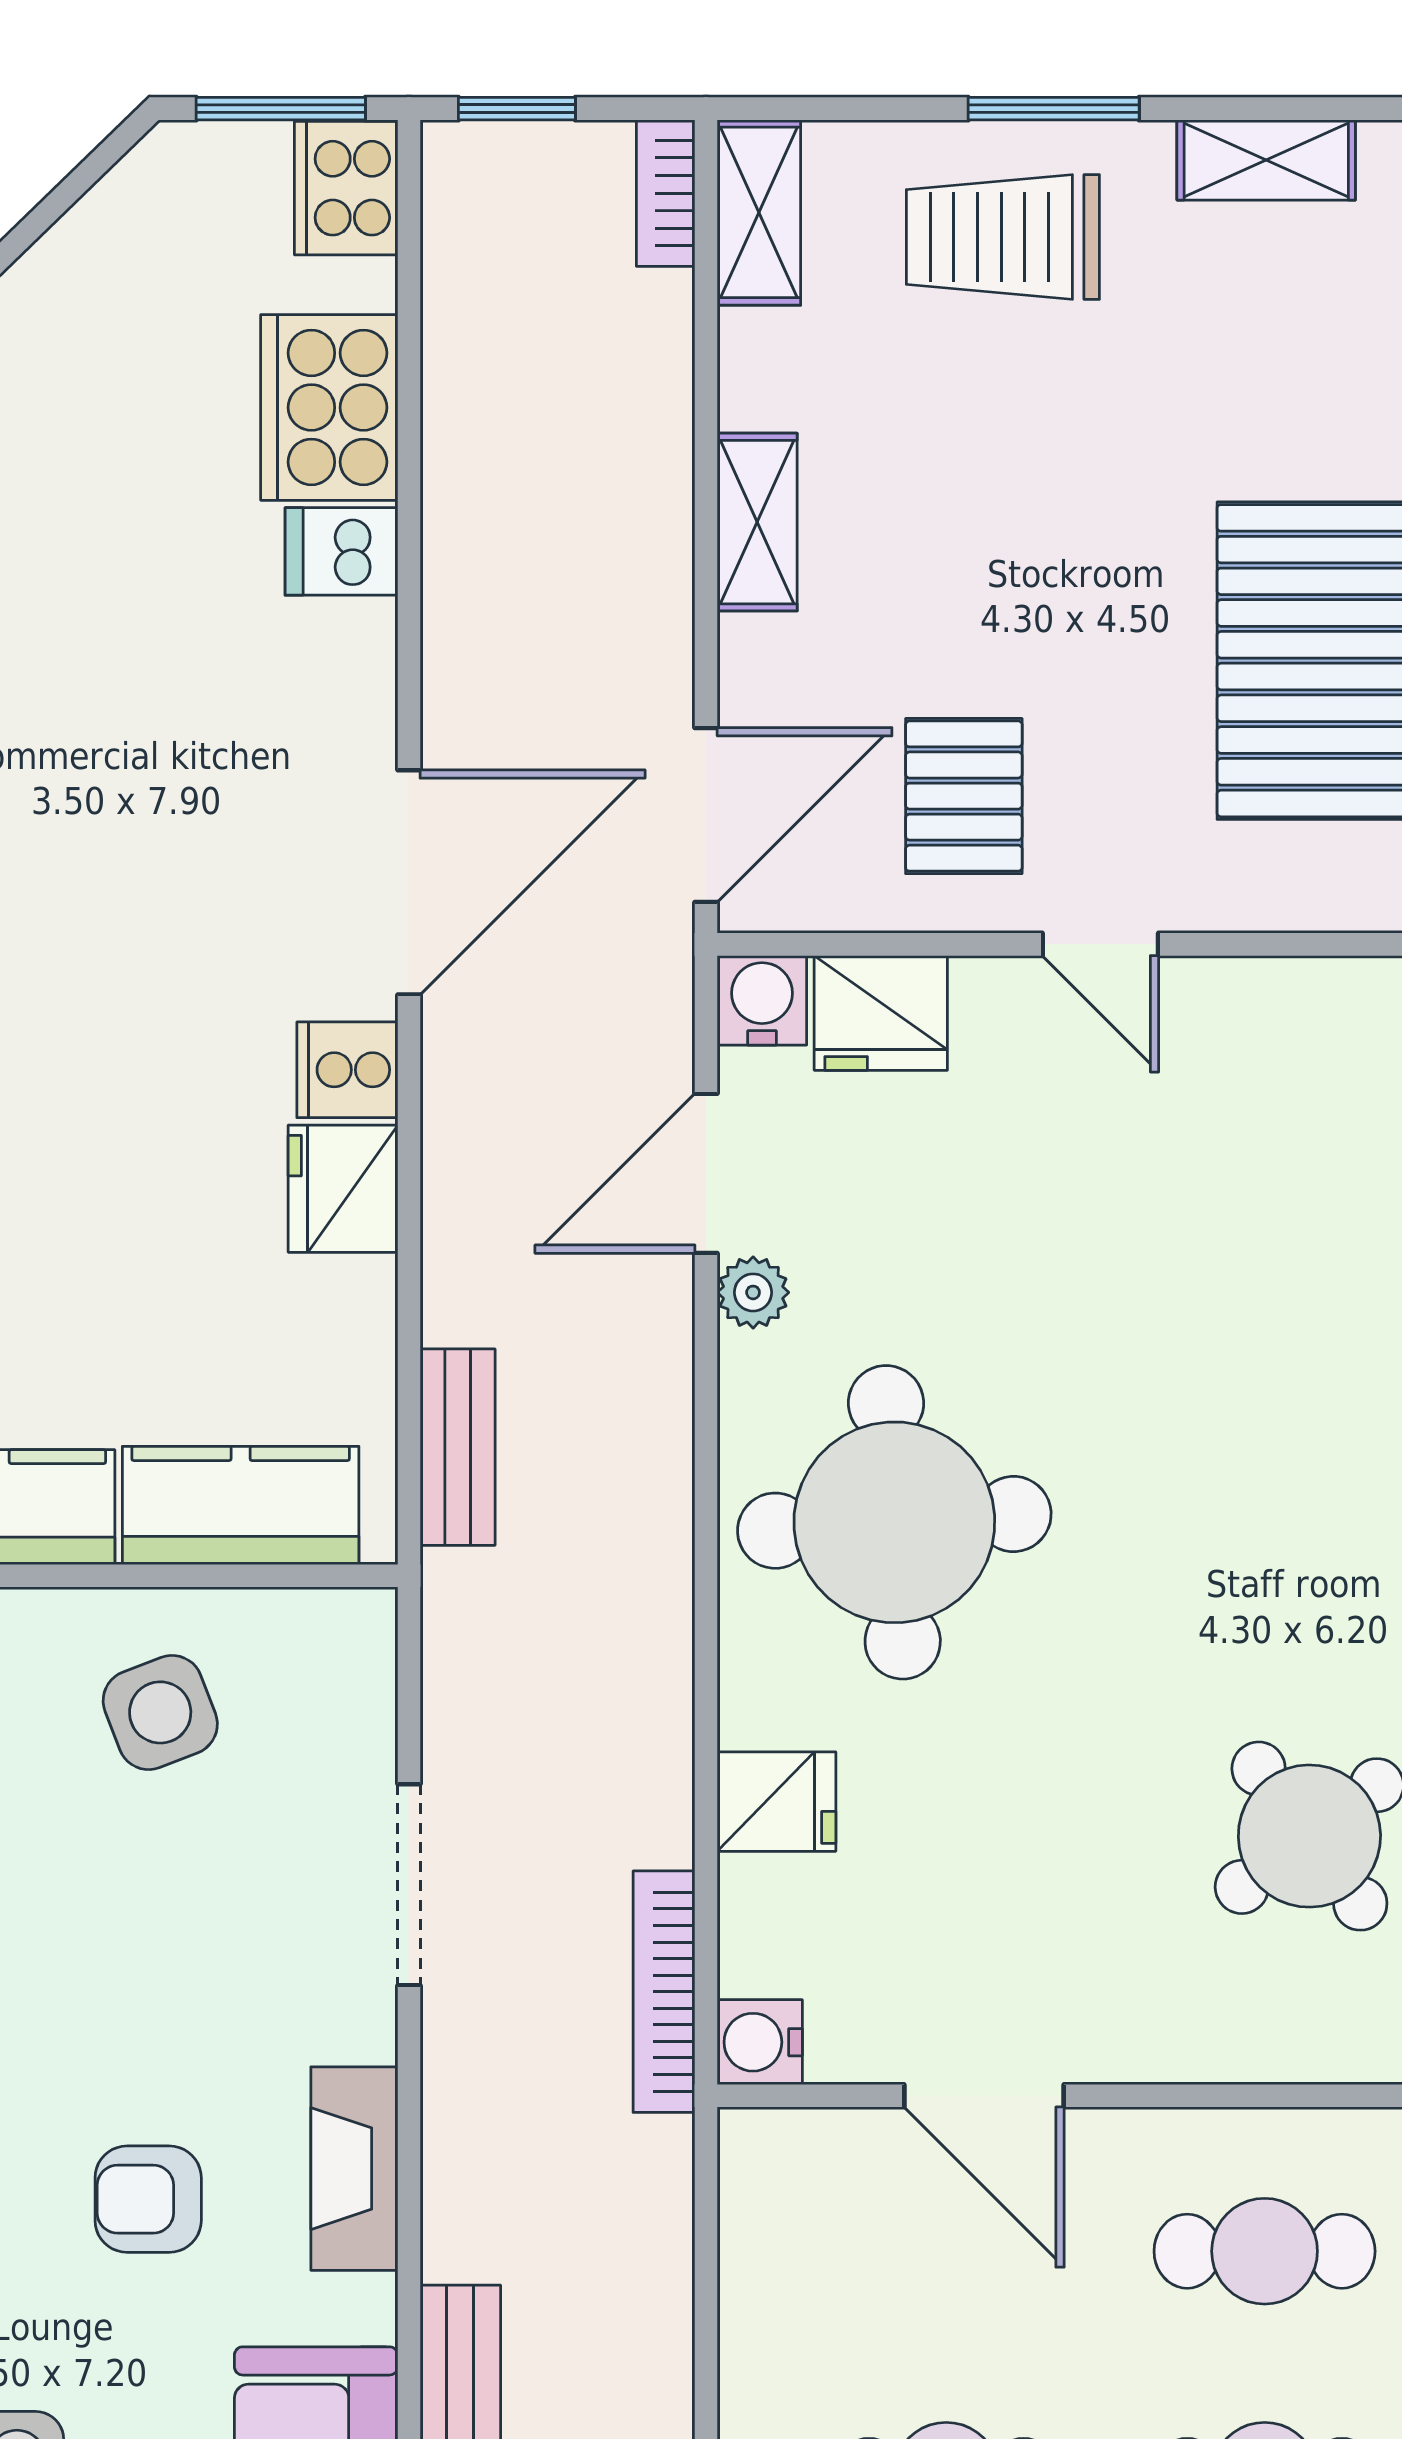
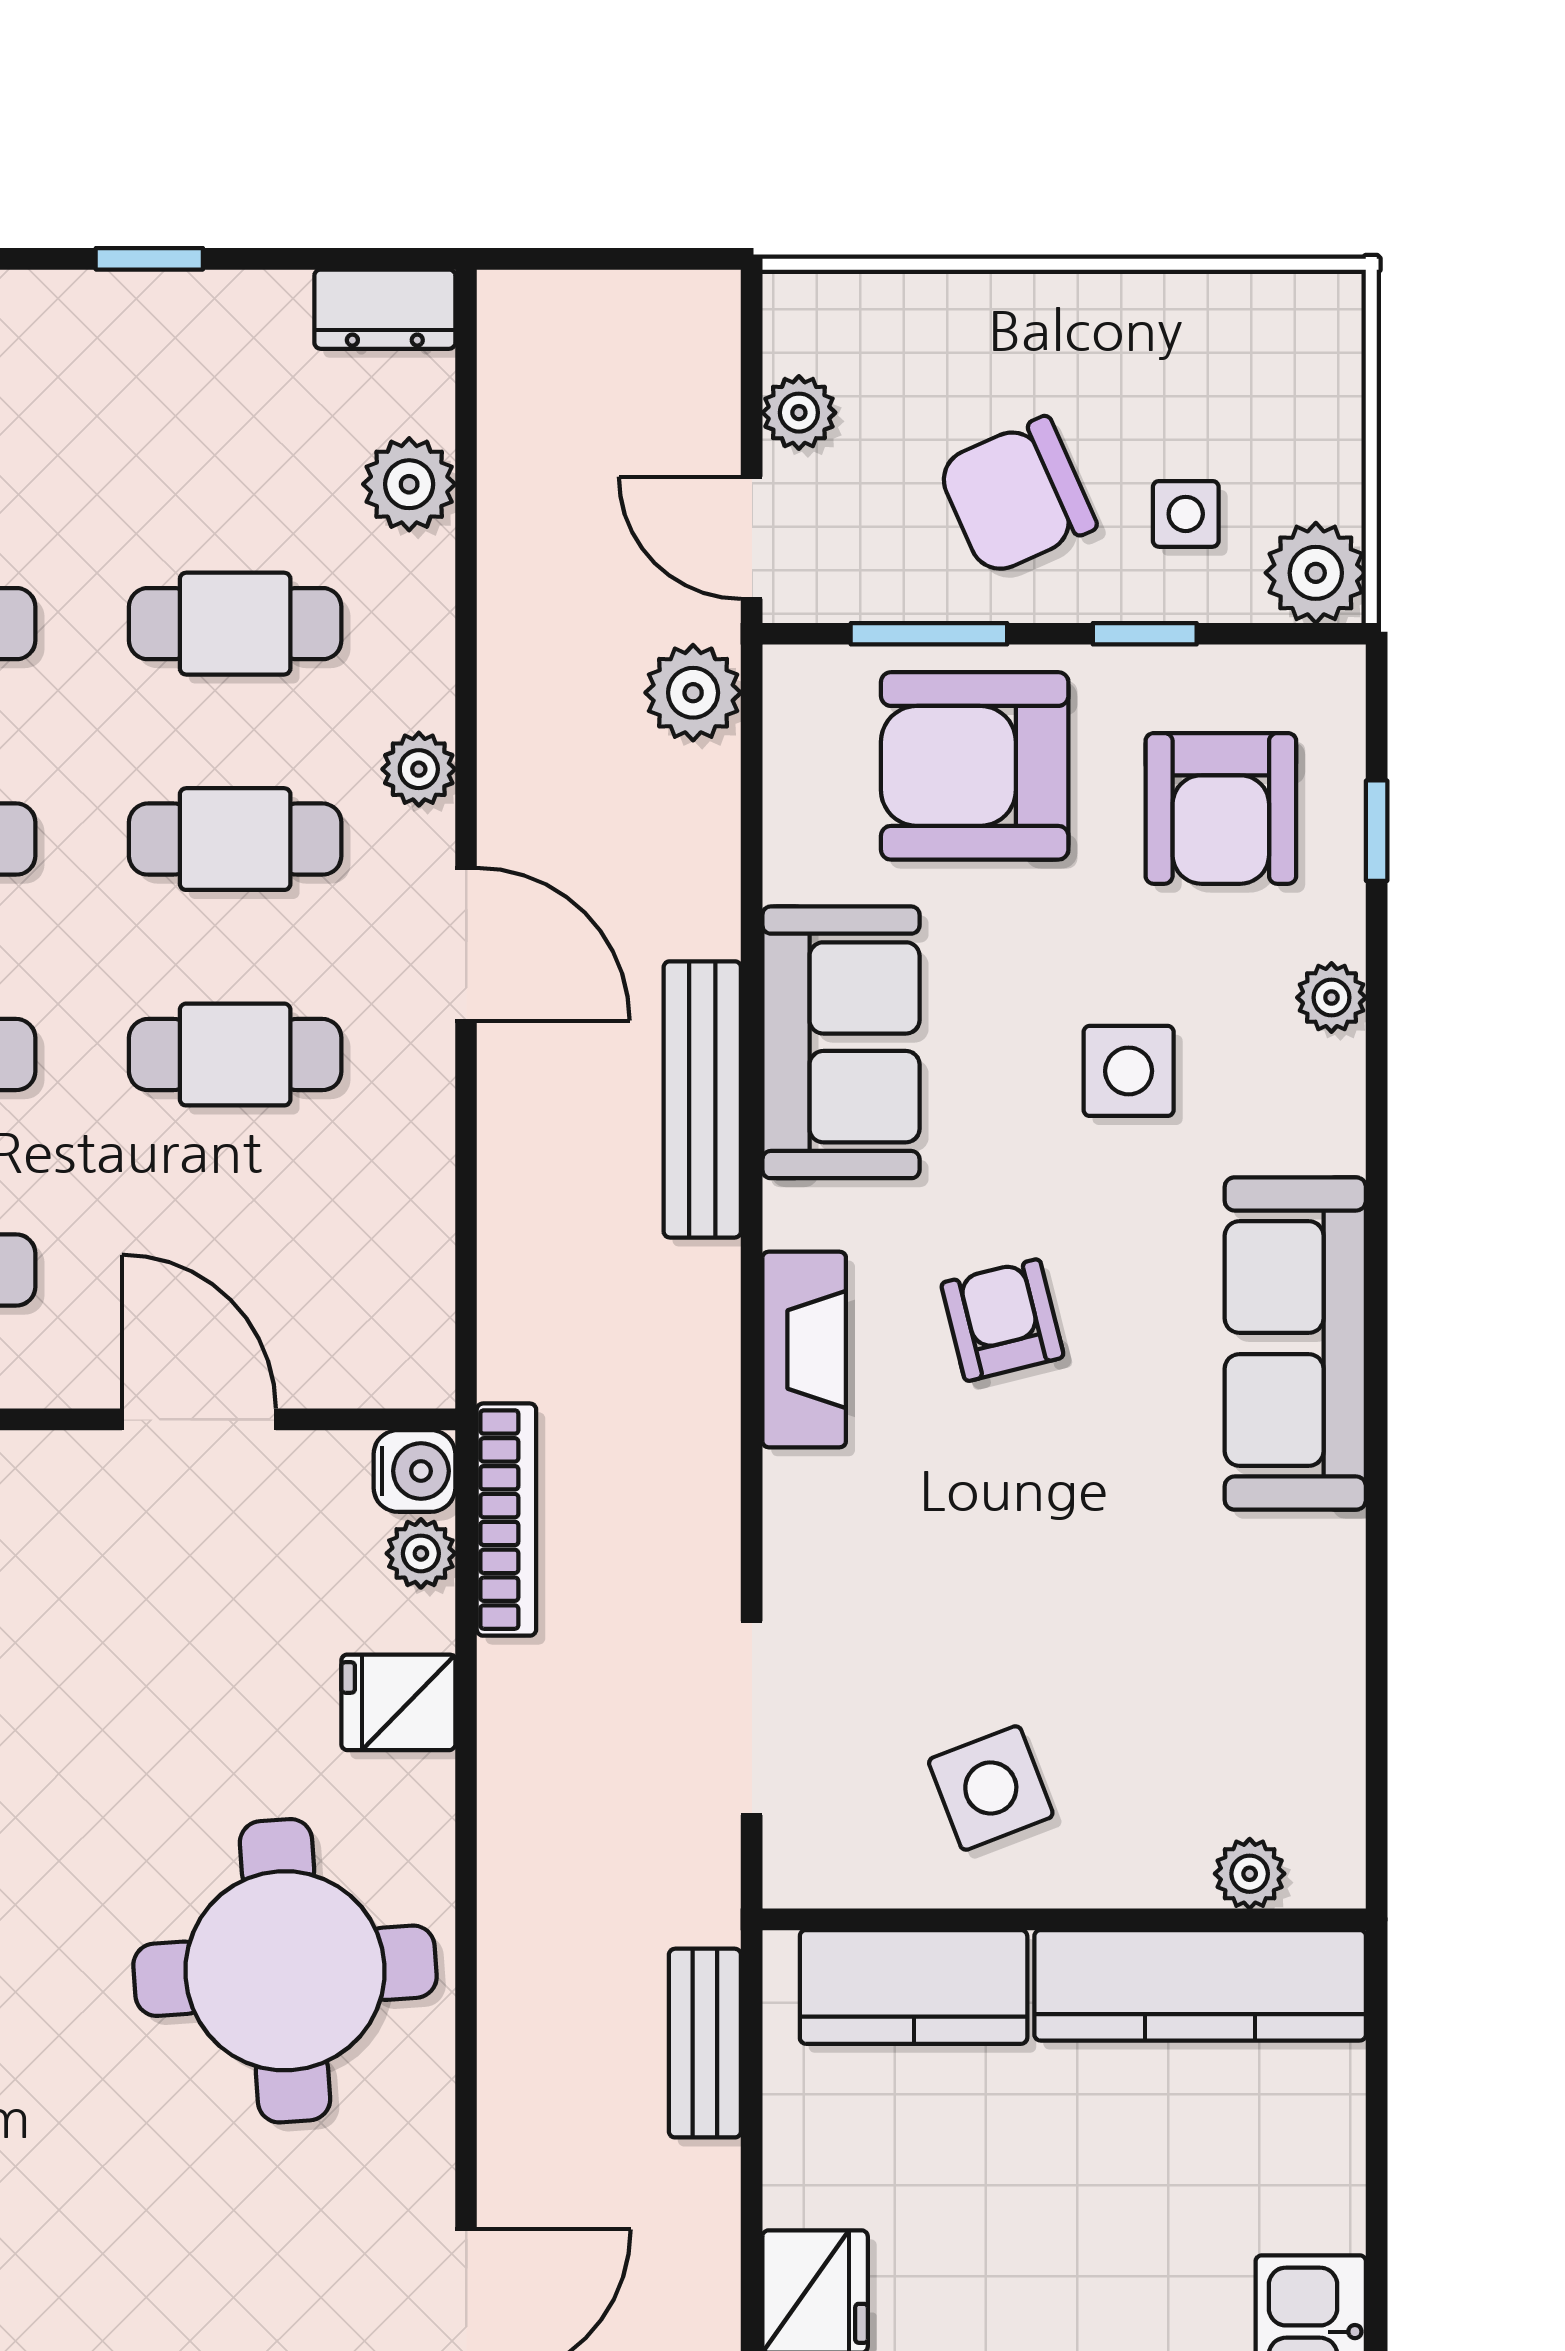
plant: (753, 1292) -> (421, 1553), moved
doorway: (409, 1885) -> (752, 1718), moved
armchair: (148, 2199) -> (1002, 1320), turned -104

